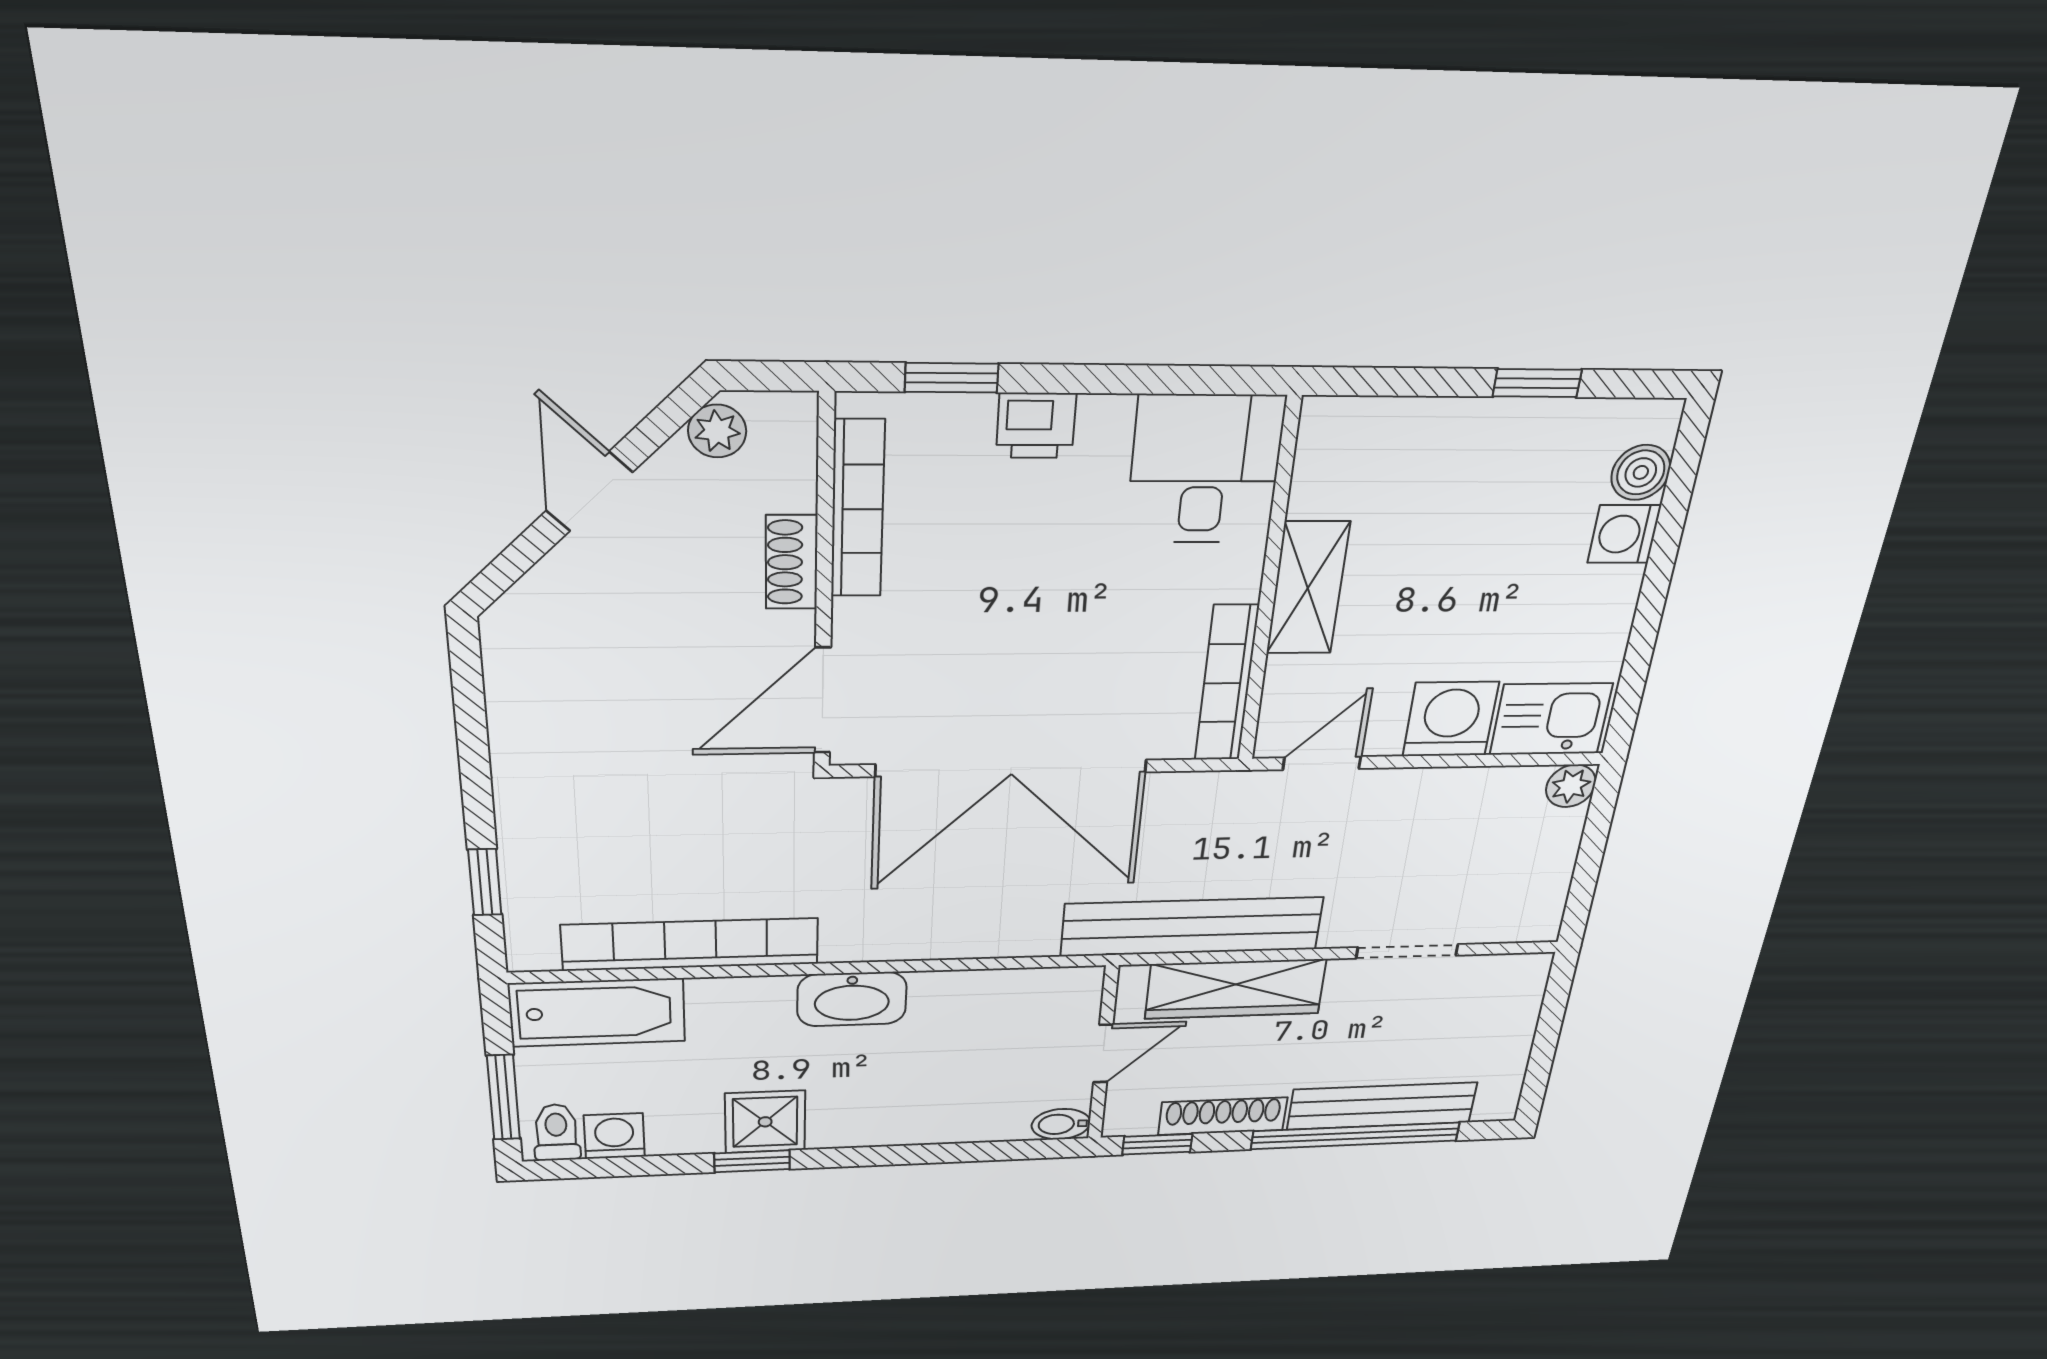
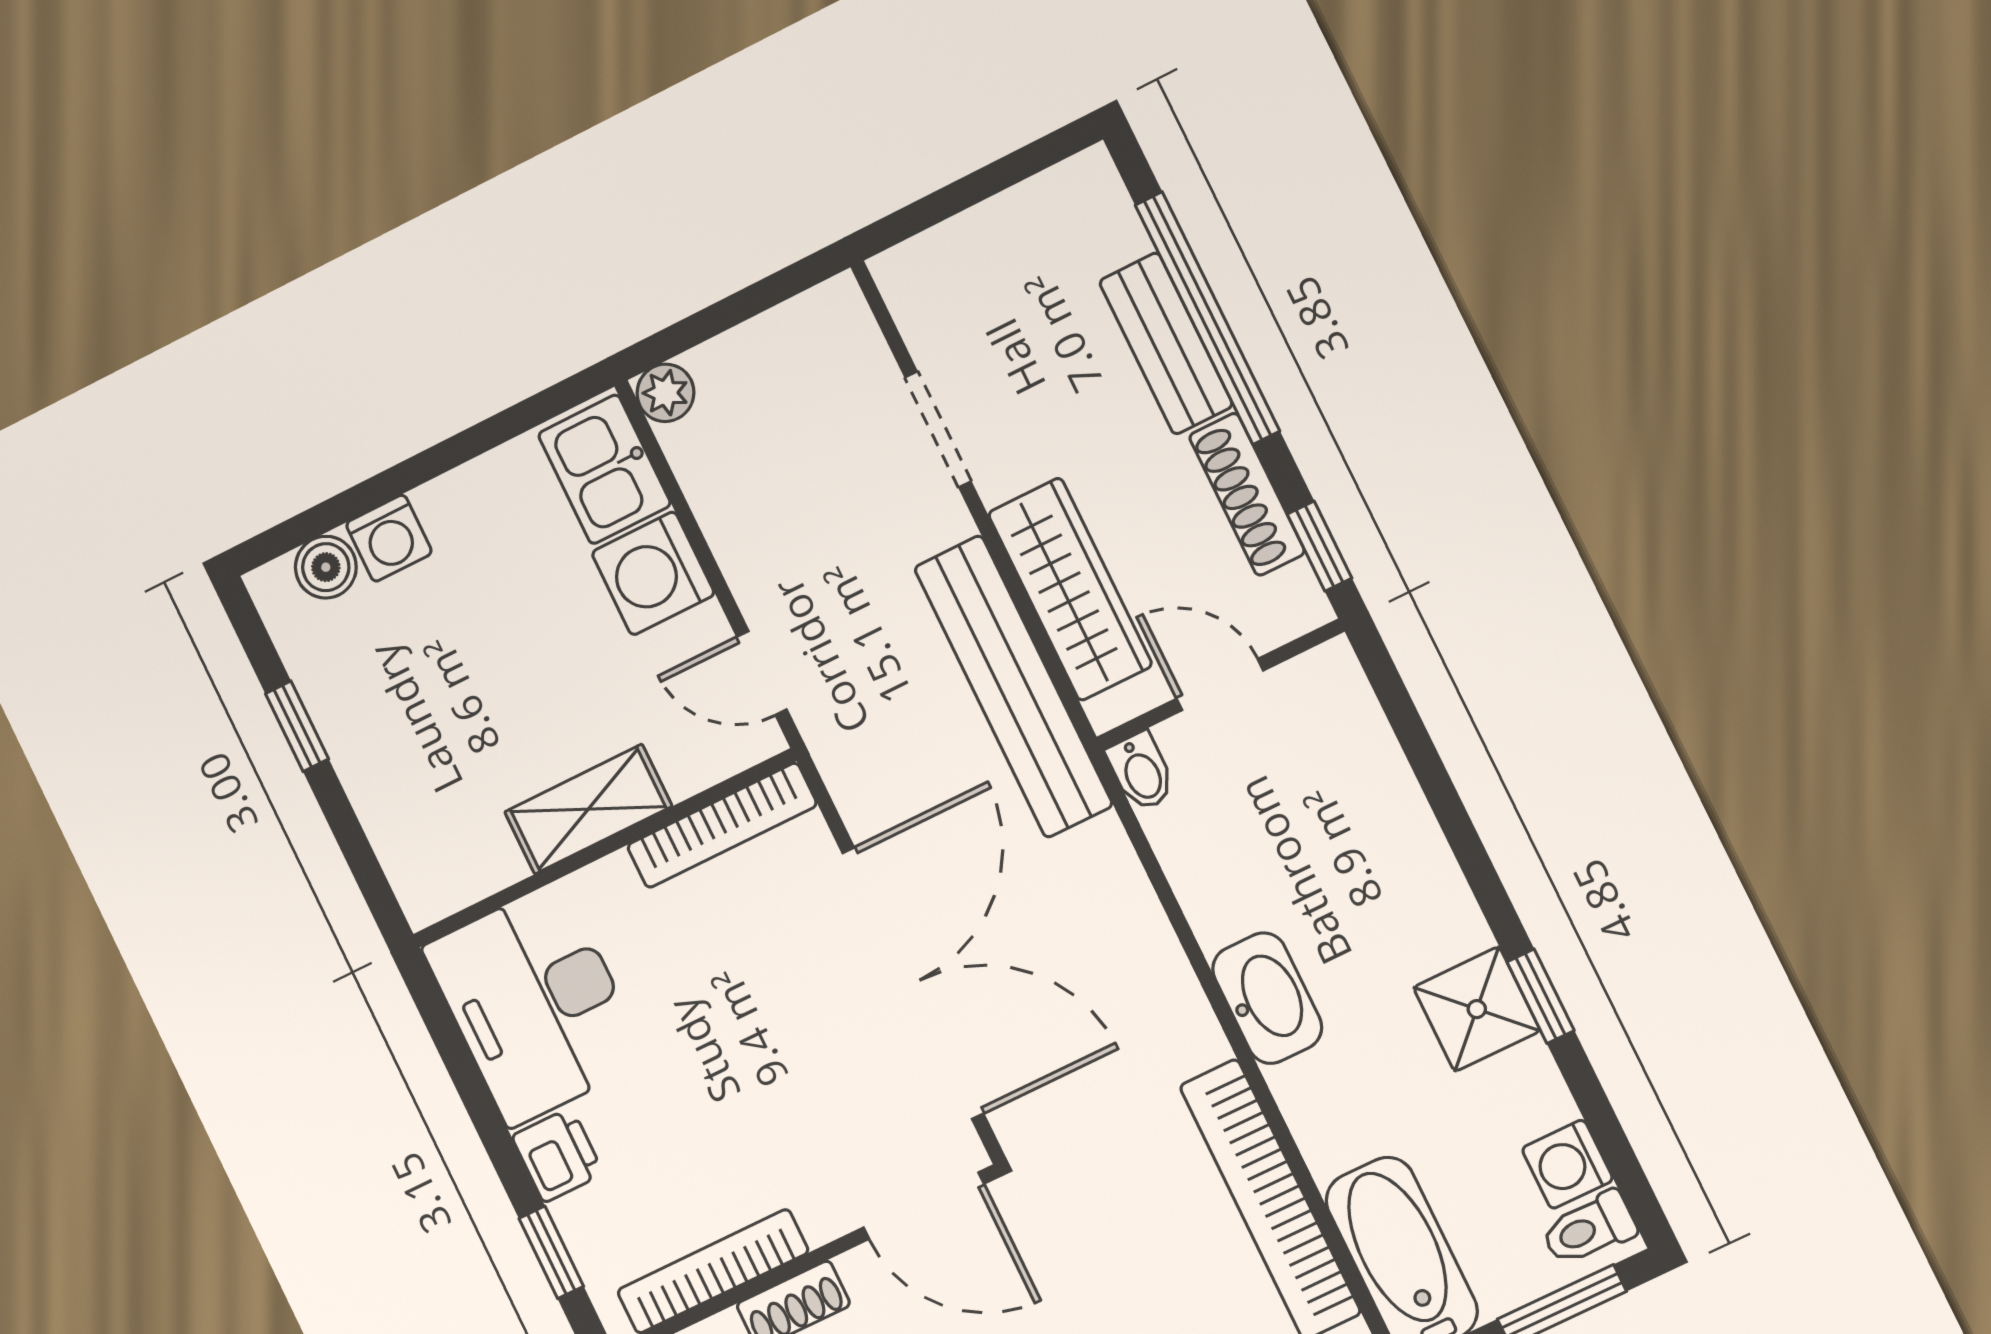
desk: (1205, 469) -> (535, 1004), width x1.37
bench: (1382, 1106) -> (1166, 343), width x0.73
bidet: (1061, 1124) -> (1141, 772), moved

